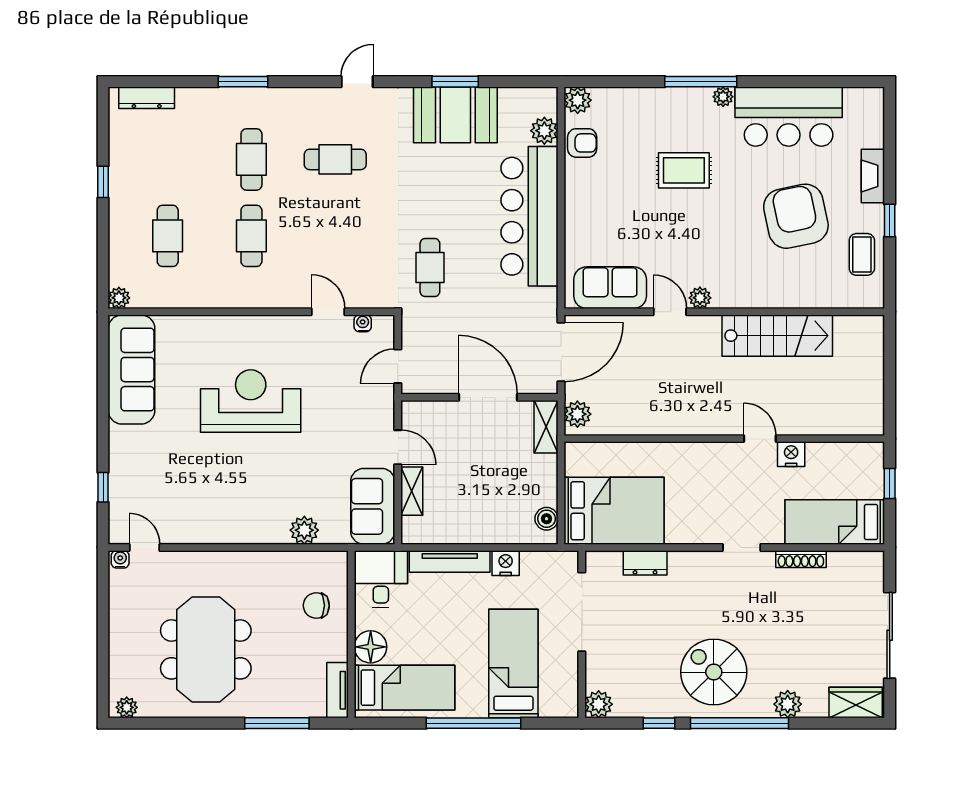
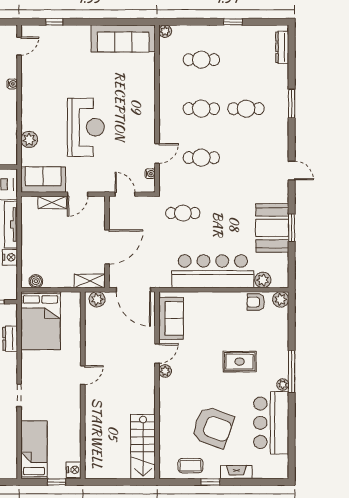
armchair: (582, 143) -> (256, 302), turned 90
cafe table: (335, 159) -> (201, 158), moved, turned 90
rug: (684, 170) -> (240, 362), turned 90
armchair: (796, 216) -> (213, 427), turned 32
stairs: (777, 336) -> (143, 447), moved
reception desk: (251, 401) -> (86, 127), moved
door: (760, 439) -> (83, 375), moved
nightstand: (791, 454) -> (74, 470), moved
water cooler: (120, 559) -> (12, 84), moved
shoe rack: (801, 559) -> (12, 430), removed

